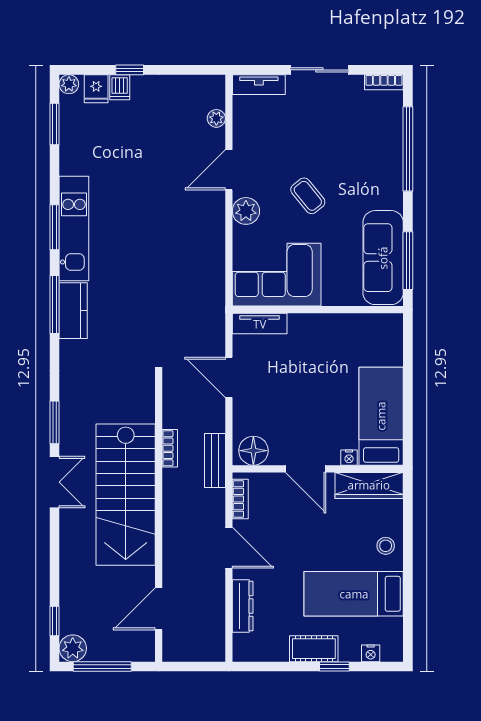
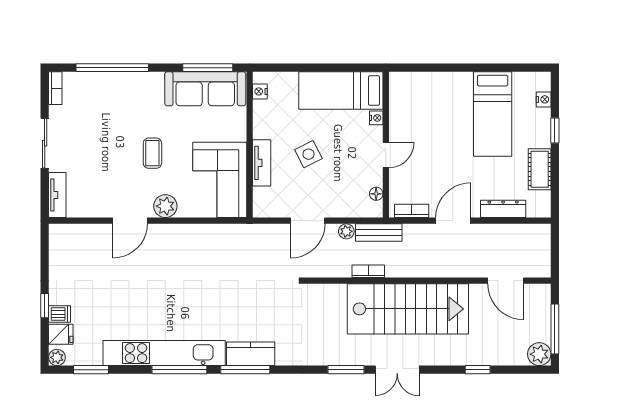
plant: (216, 118) -> (346, 231), moved
door: (229, 170) -> (130, 221), hinge flipped
coffee table: (308, 196) -> (152, 153), turned -51
window: (55, 227) -> (179, 370), width x1.44
kitchen unit: (74, 229) -> (164, 353), width x1.36
nightstand: (380, 322) -> (260, 91), added
tv unit: (260, 324) -> (262, 163), moved
side table: (307, 378) -> (308, 154), added
floor lamp: (253, 451) -> (376, 194), width x0.53, depth x0.53
door: (306, 469) -> (386, 155), width x0.73
double door: (55, 482) -> (397, 370), swing flipped
wardrobe: (369, 485) -> (400, 101), removed
stool: (386, 546) -> (452, 87), removed
window: (55, 621) -> (478, 370), moved
cot: (314, 649) -> (540, 169), moved

